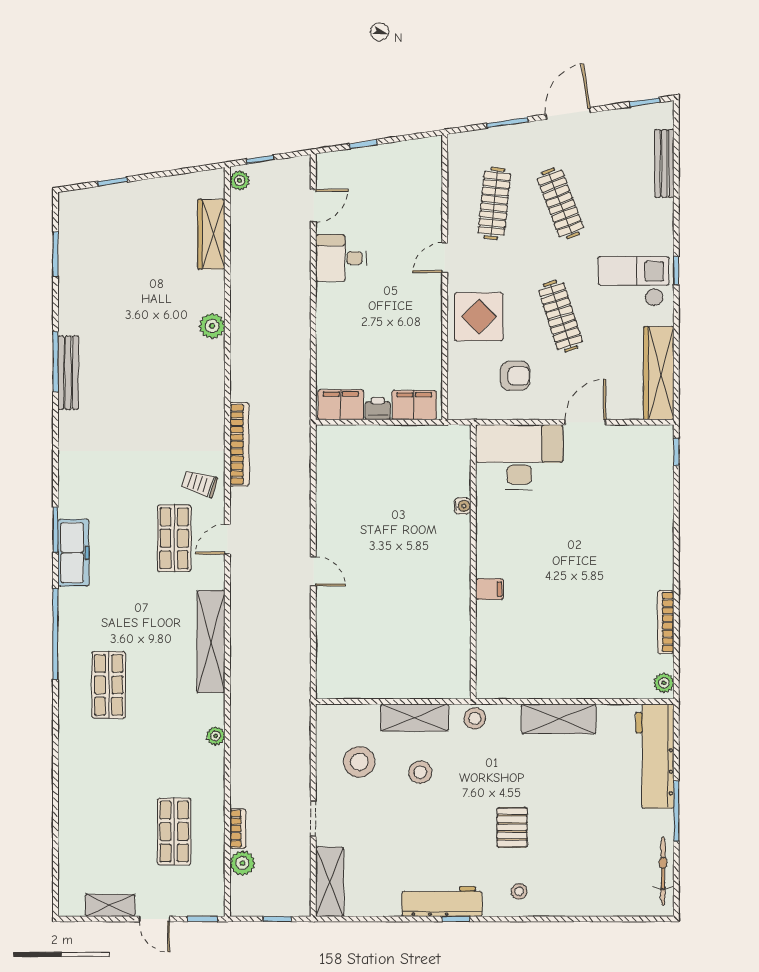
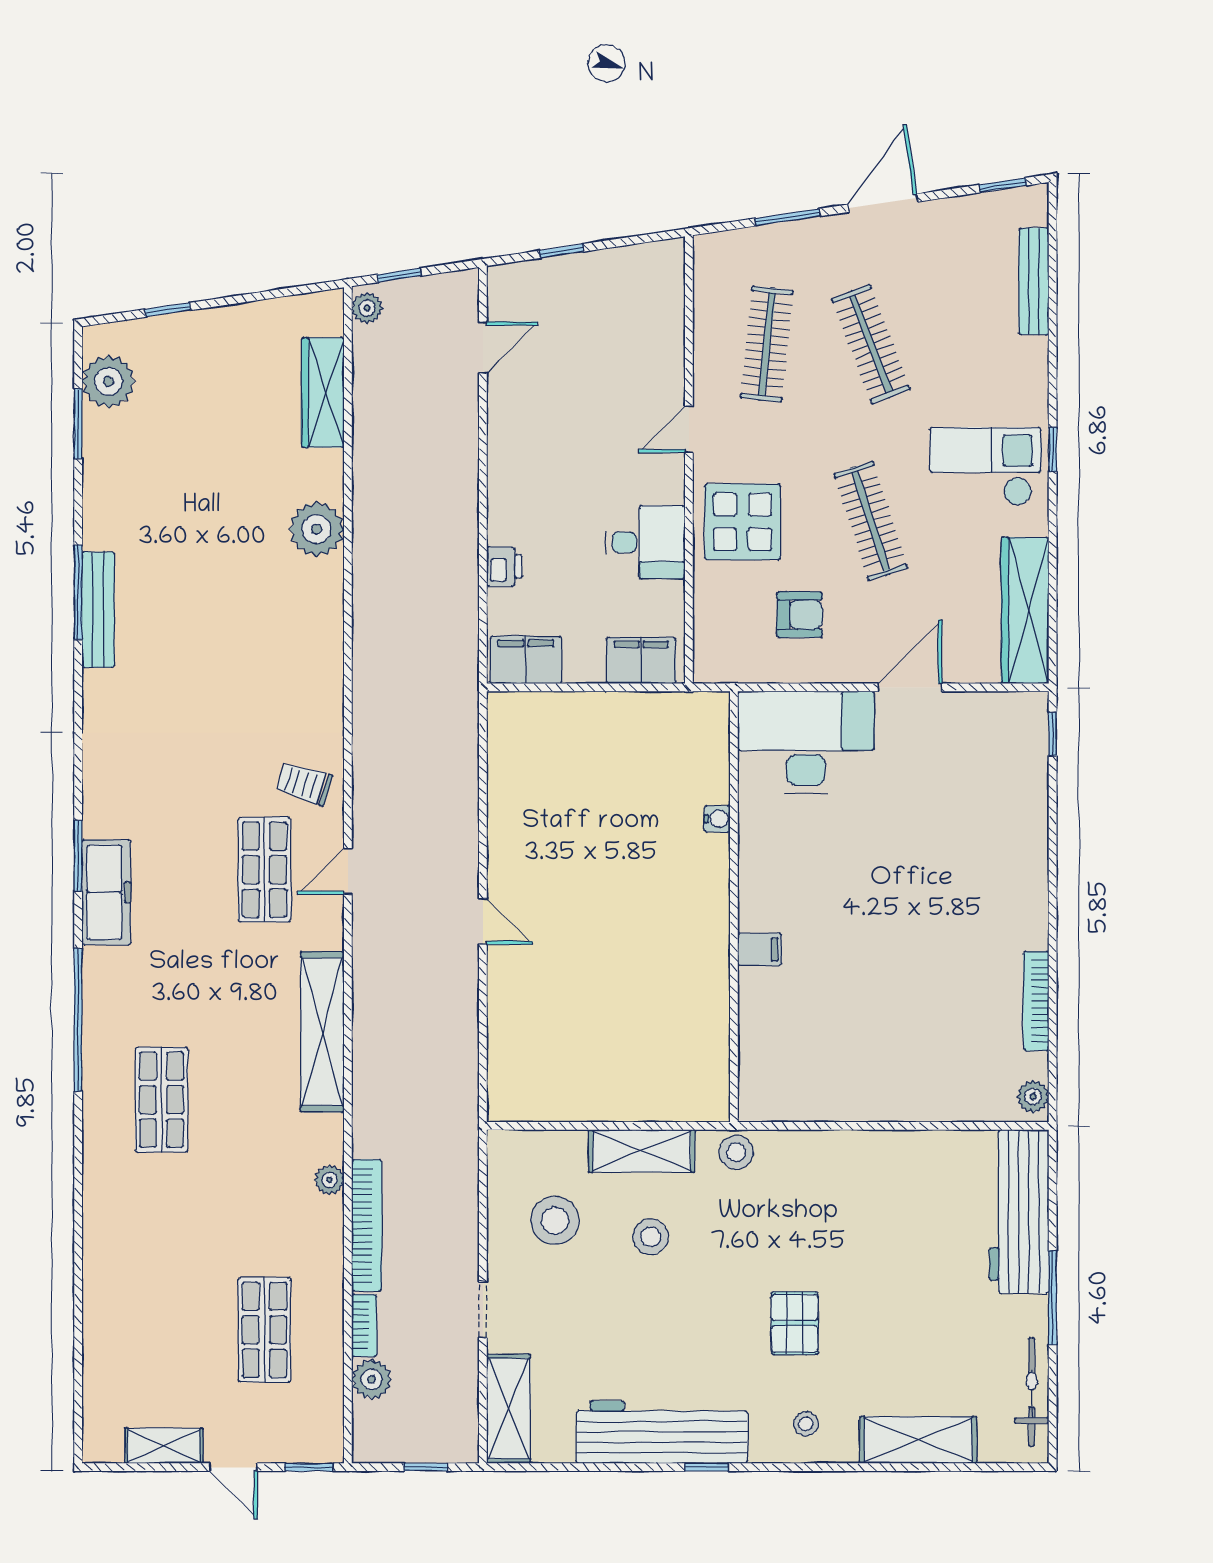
plant: (75, 227) -> (108, 381), added
desk: (341, 258) -> (646, 542), moved, turned 180
plant: (212, 326) -> (317, 529), width x1.36, depth x1.36
printer: (378, 409) -> (504, 566), moved, turned 90
bookcase: (239, 444) -> (367, 1225), moved
shelving: (559, 719) -> (918, 1440), moved
workbench: (442, 902) -> (662, 1432), width x1.36, depth x1.32

